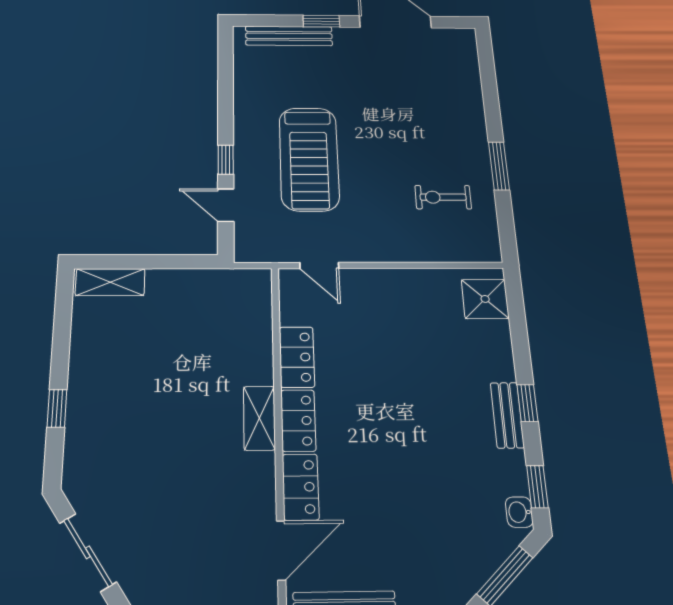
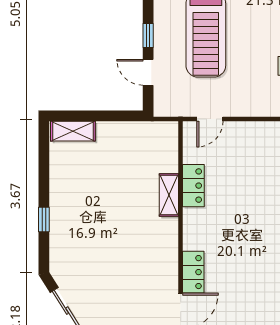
door: (319, 265) -> (210, 119), hinge flipped
shelving: (259, 418) -> (169, 195), moved
locker: (298, 420) -> (193, 229), removed

